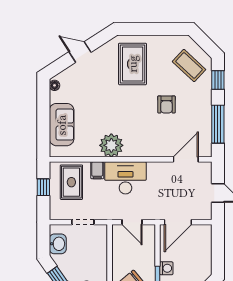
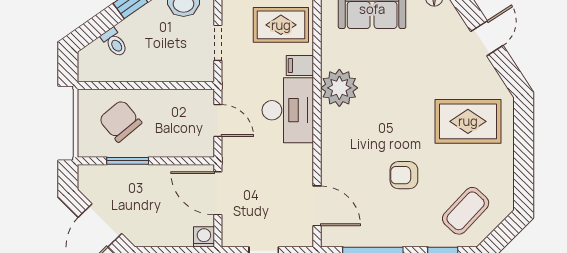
door: (132, 222) -> (218, 121), swing flipped
washing machine: (166, 268) -> (204, 237), moved, turned 180

